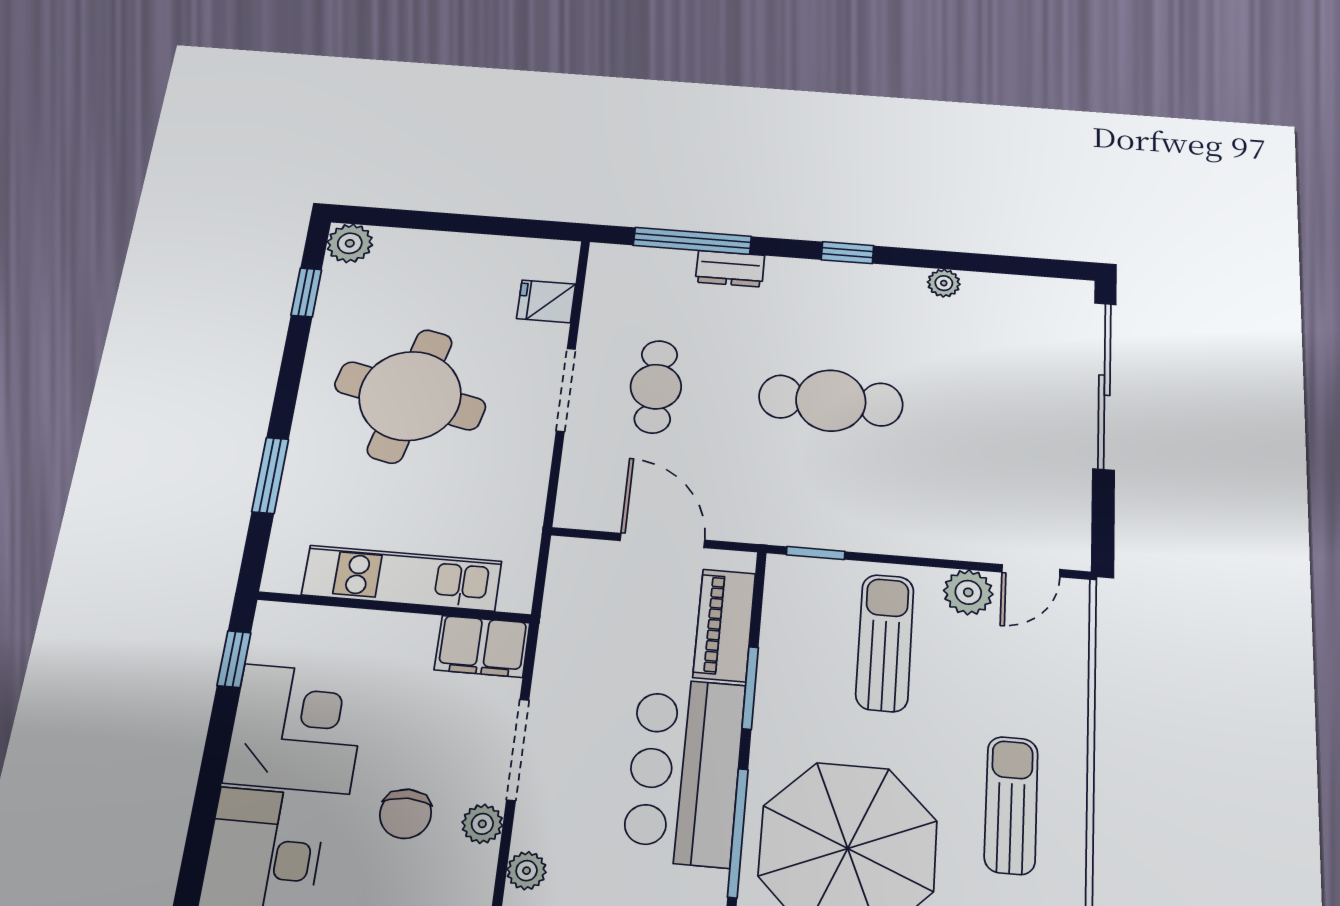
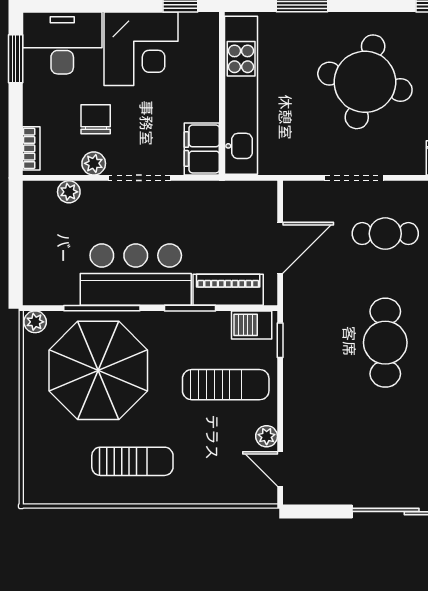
doorway: (566, 390) -> (354, 178), moved
kitchen unit: (402, 578) -> (241, 95), width x1.36
plant: (968, 592) -> (267, 436), width x0.73, depth x0.73
barbecue: (787, 594) -> (252, 325), added
chair: (406, 814) -> (96, 119), turned 90

